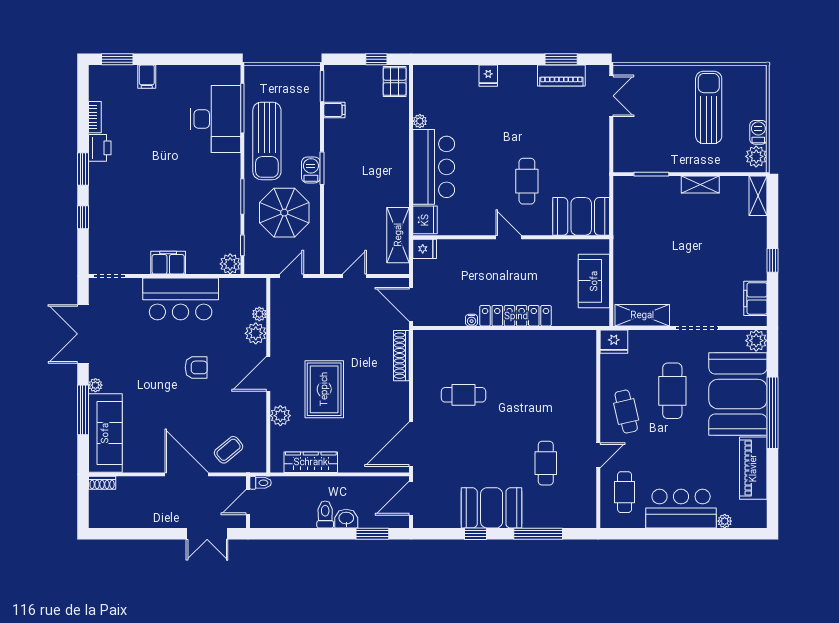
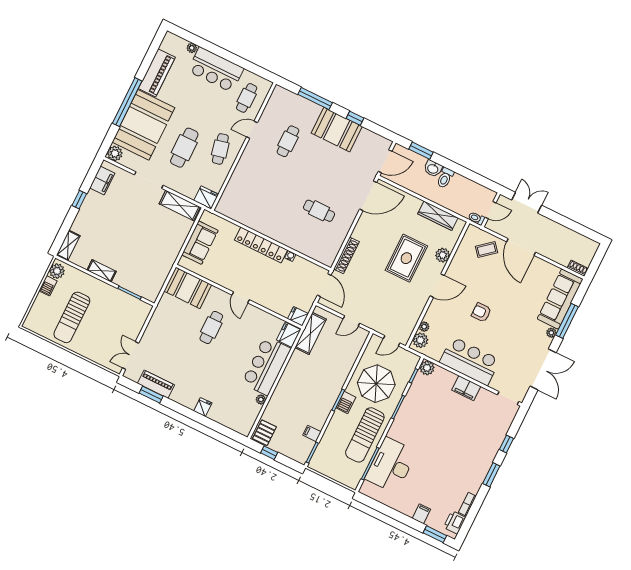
sun lounger: (267, 141) -> (365, 435), turned 180
printer: (100, 148) -> (455, 522), moved
plant: (256, 333) -> (420, 340), moved

